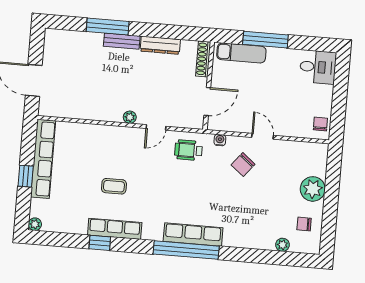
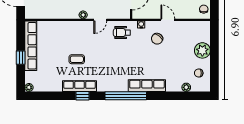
row of seats: (193, 235) -> (147, 86), moved
window: (100, 243) -> (82, 96), moved

